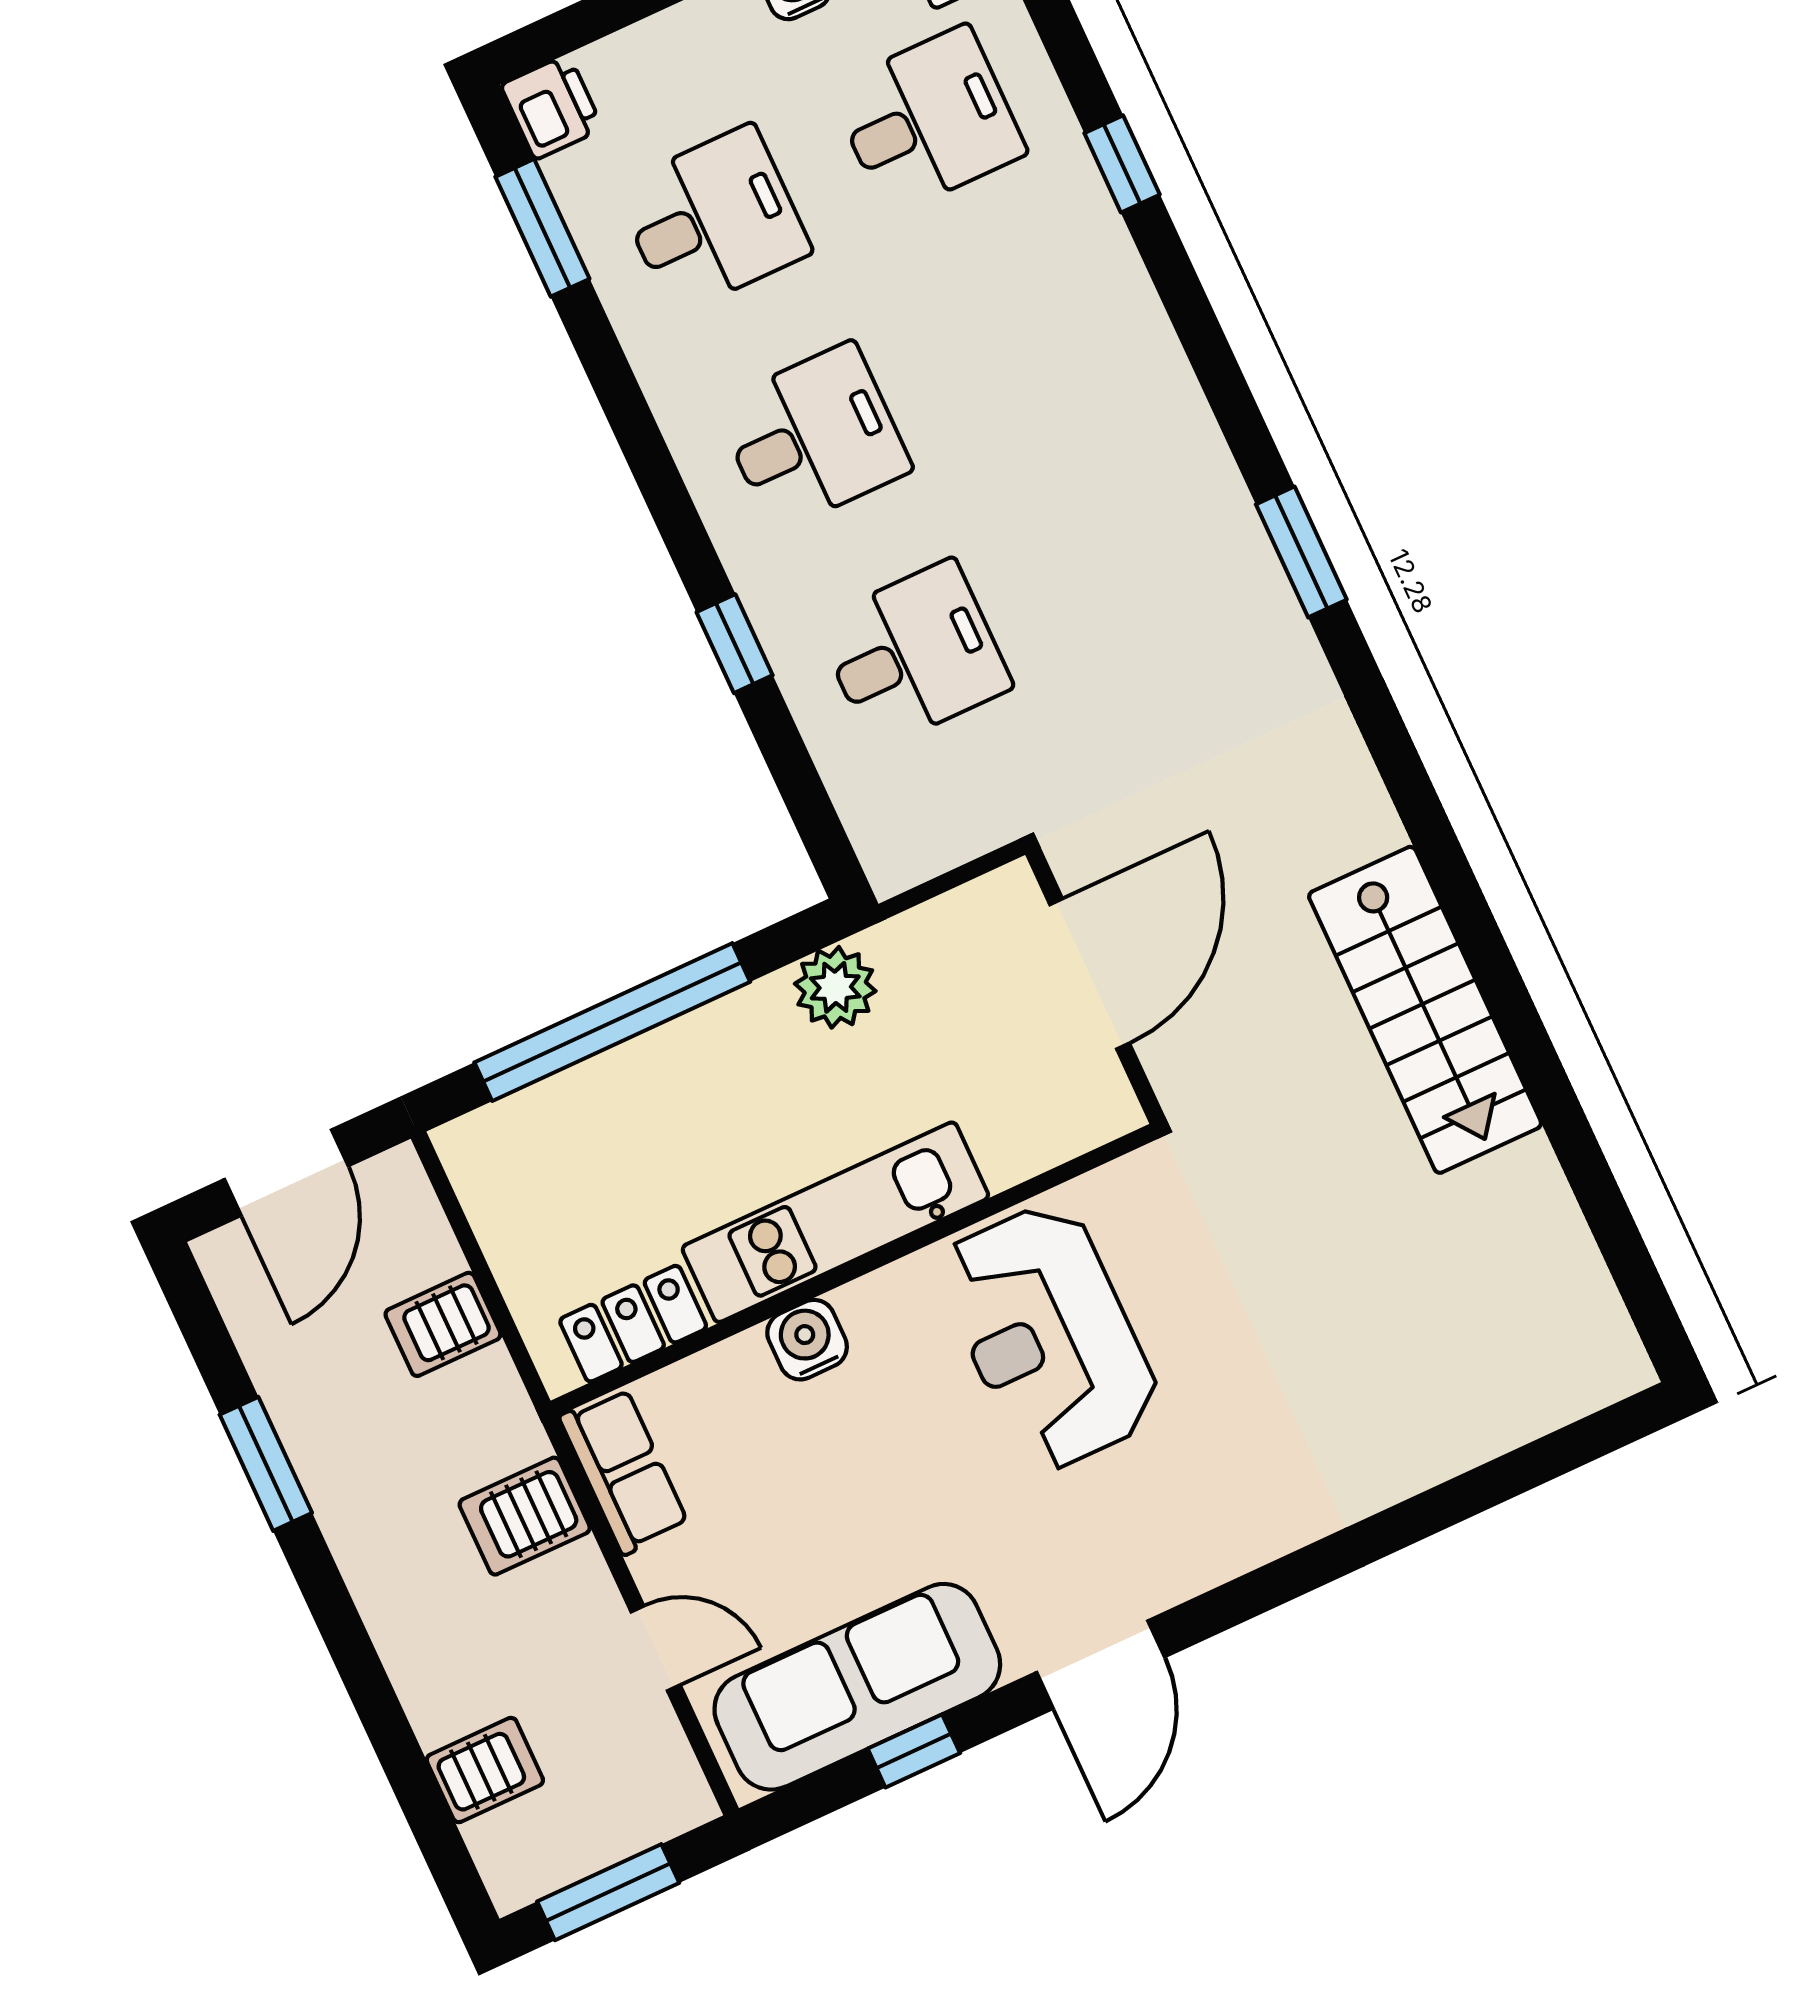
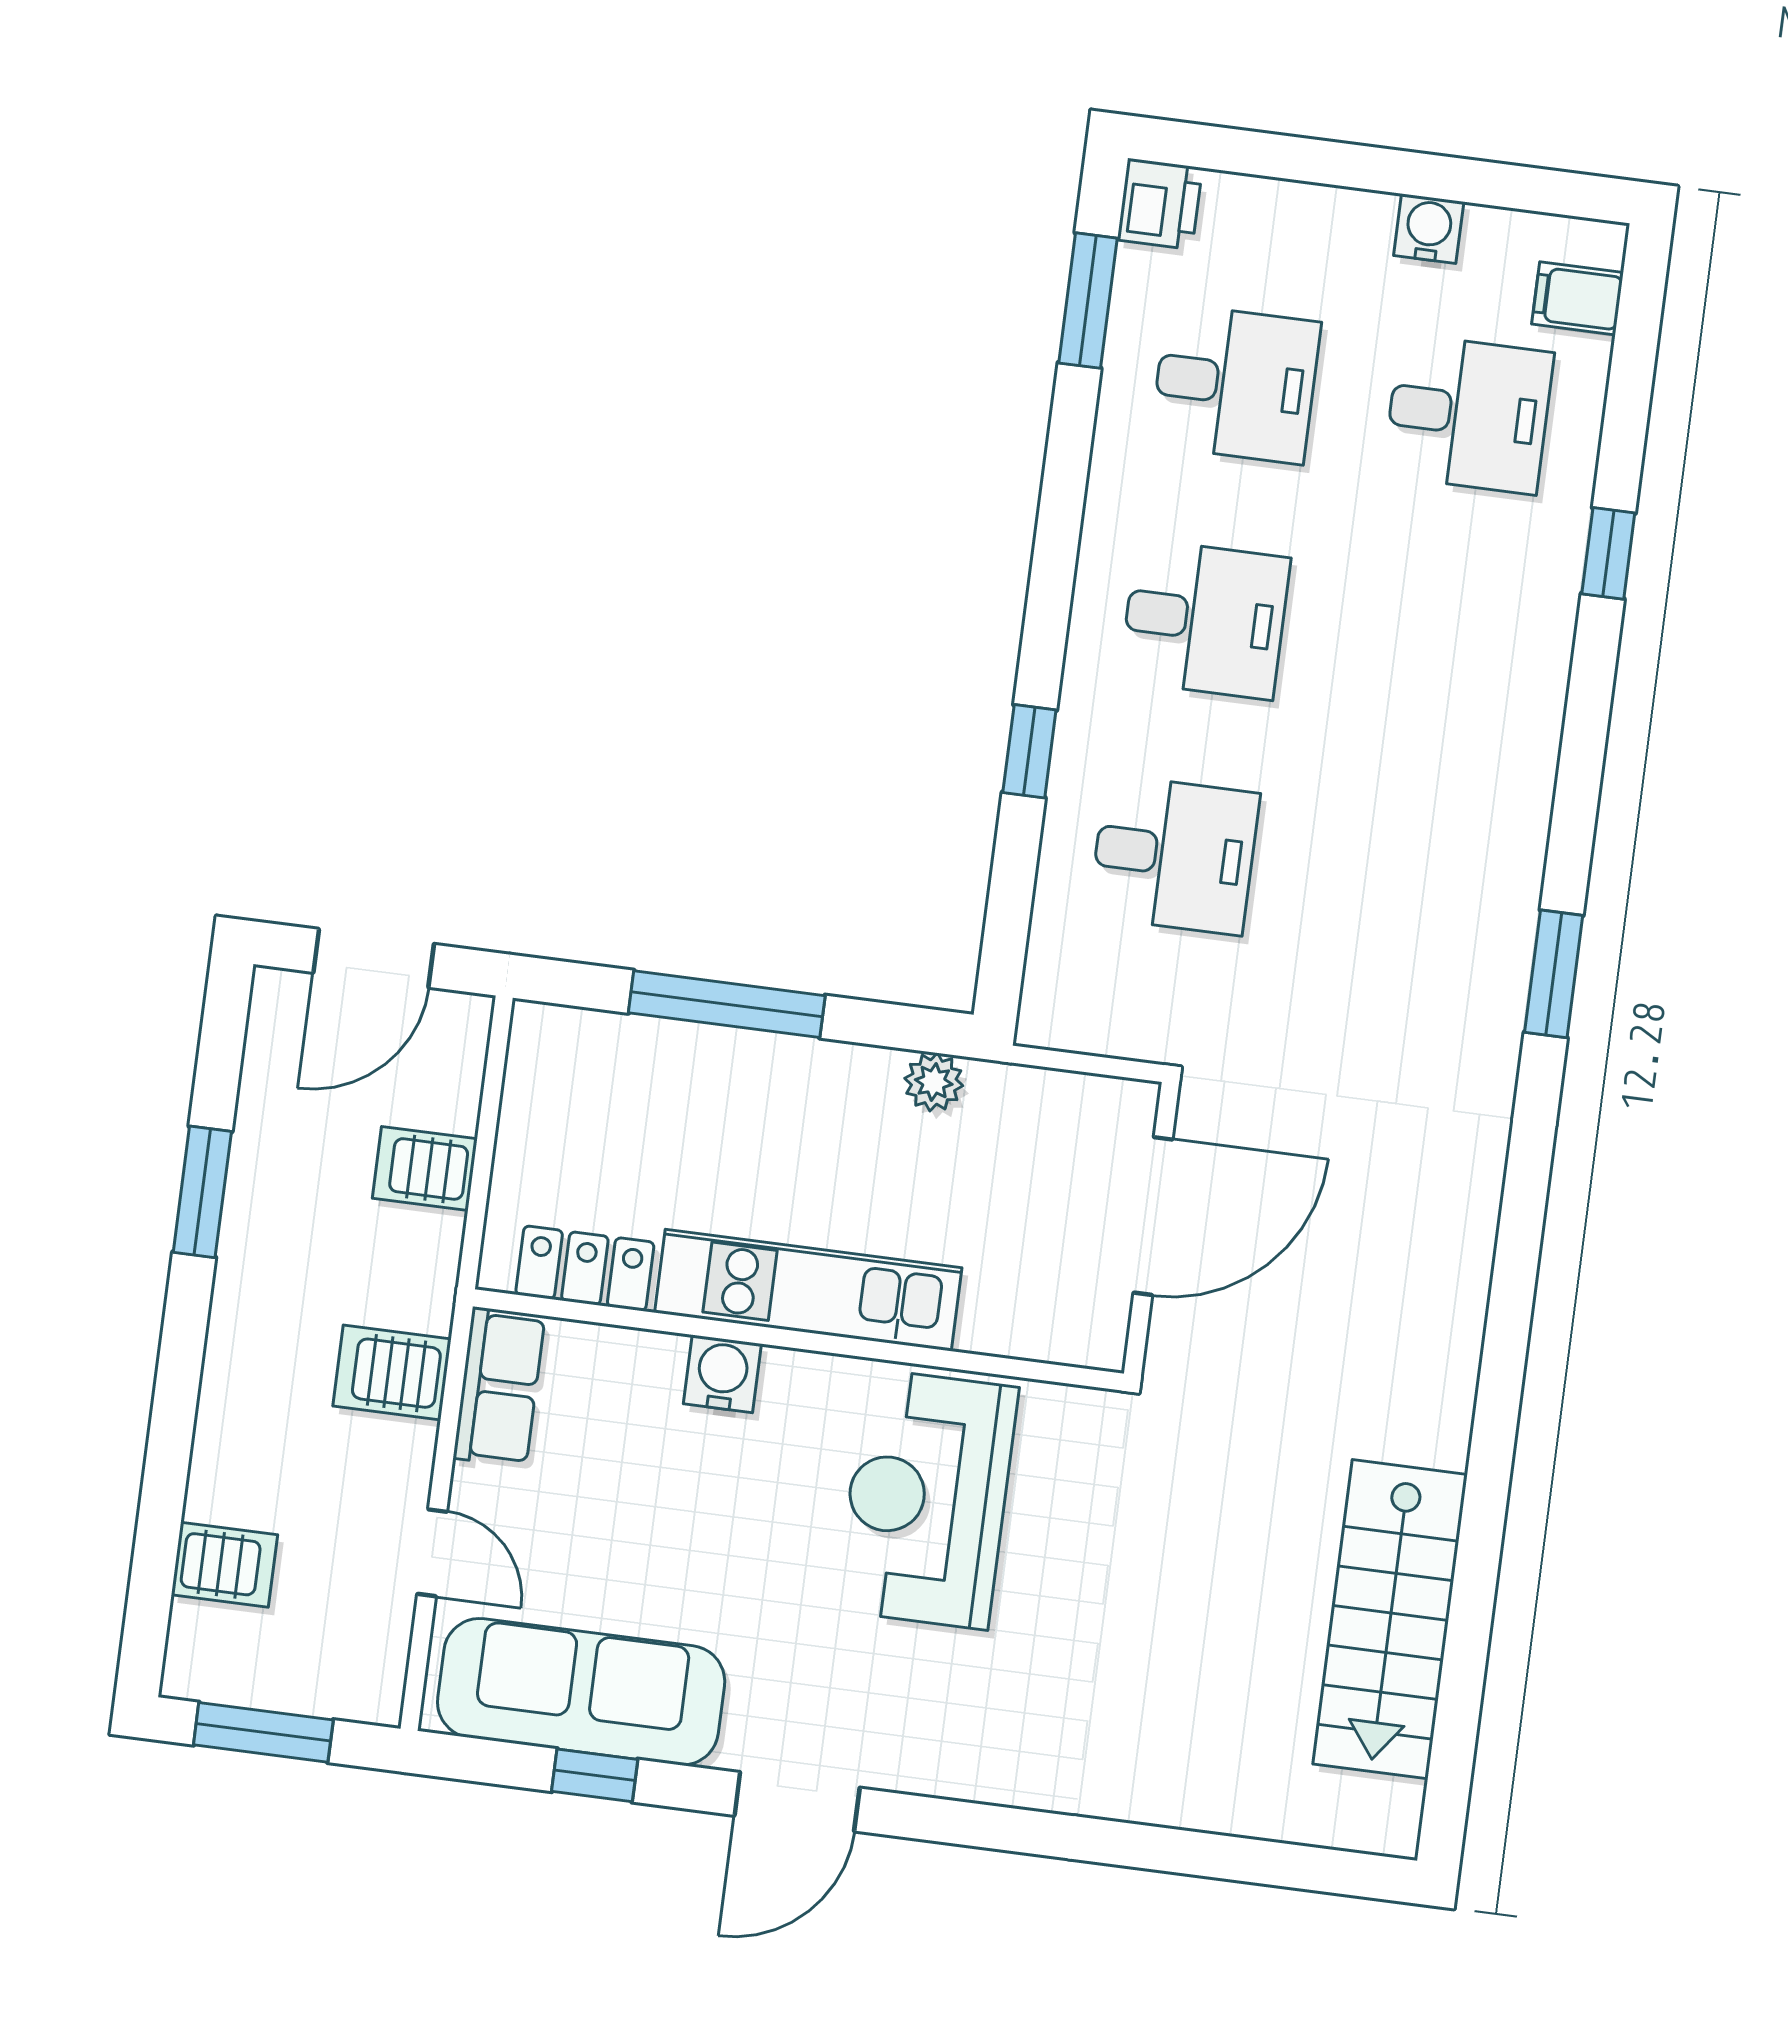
plant: (835, 987) -> (934, 1082), width x0.73, depth x0.73
stairs: (1425, 1010) -> (1390, 1619), moved
window: (612, 1022) -> (727, 1004), width x0.68

